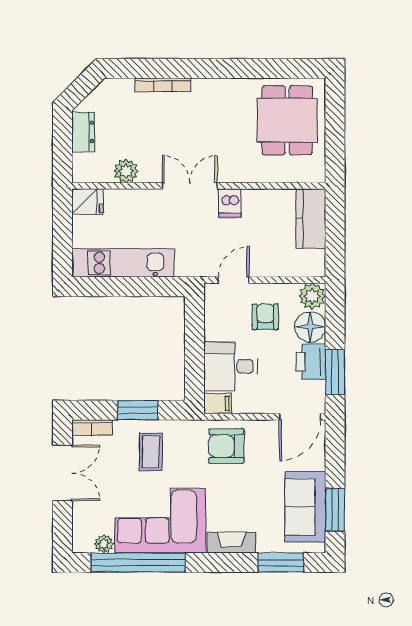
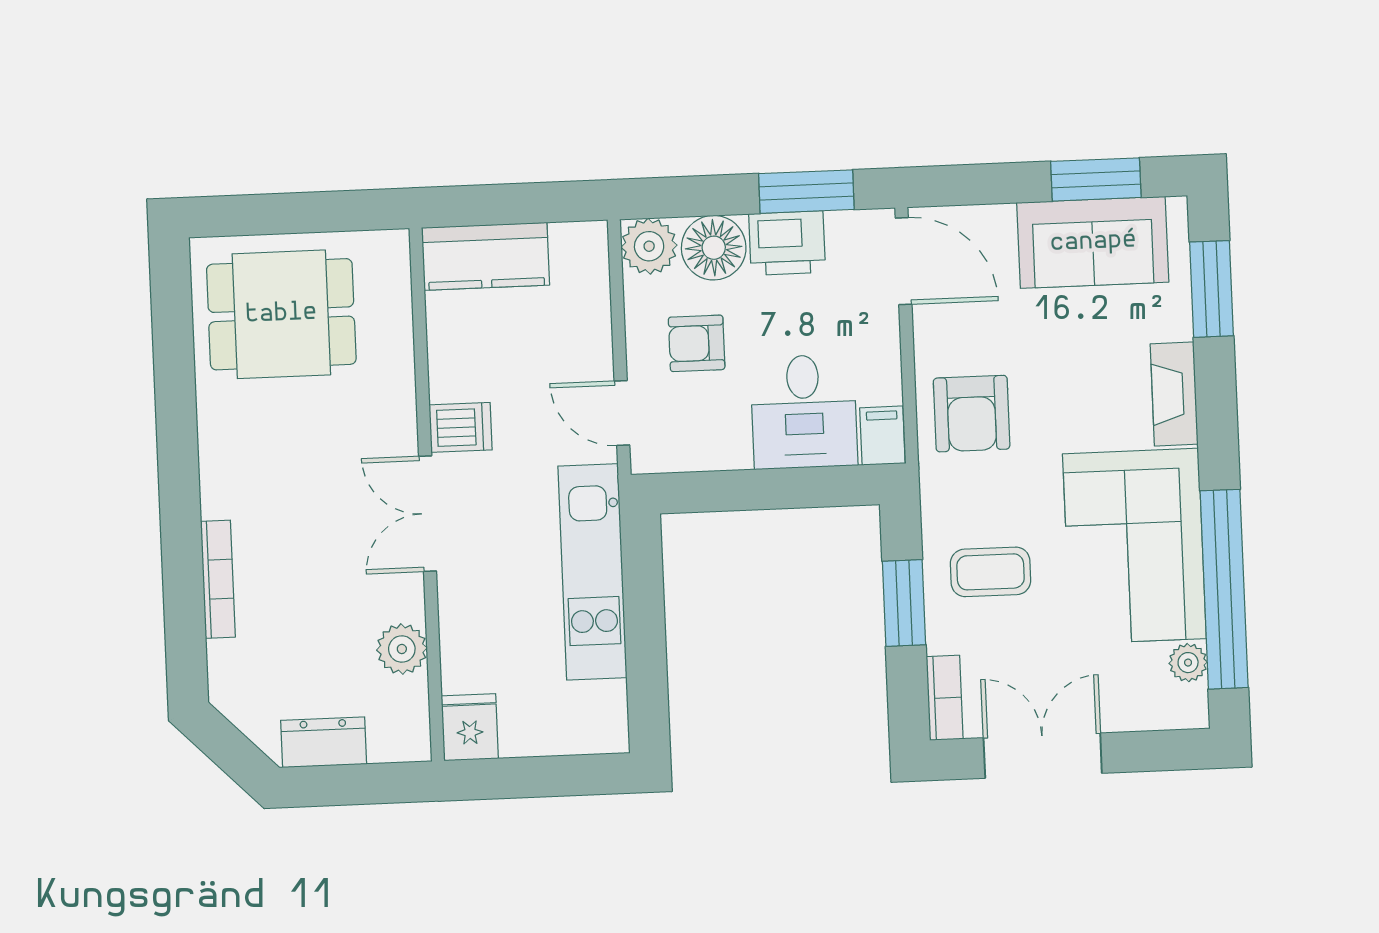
kitchen unit: (123, 263) -> (592, 572), moved

